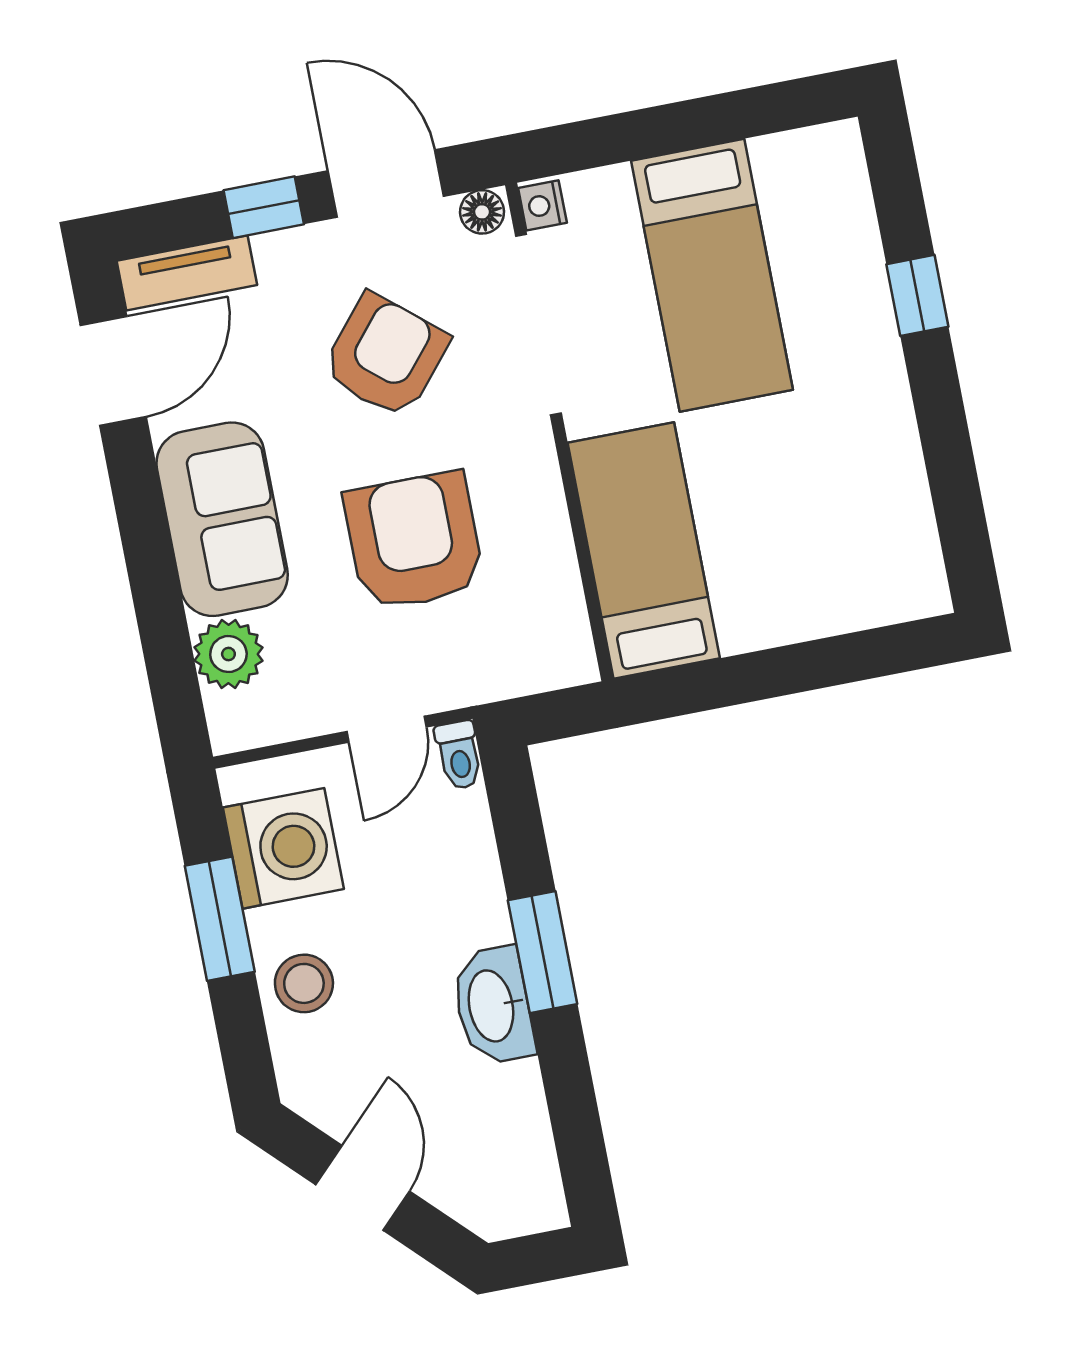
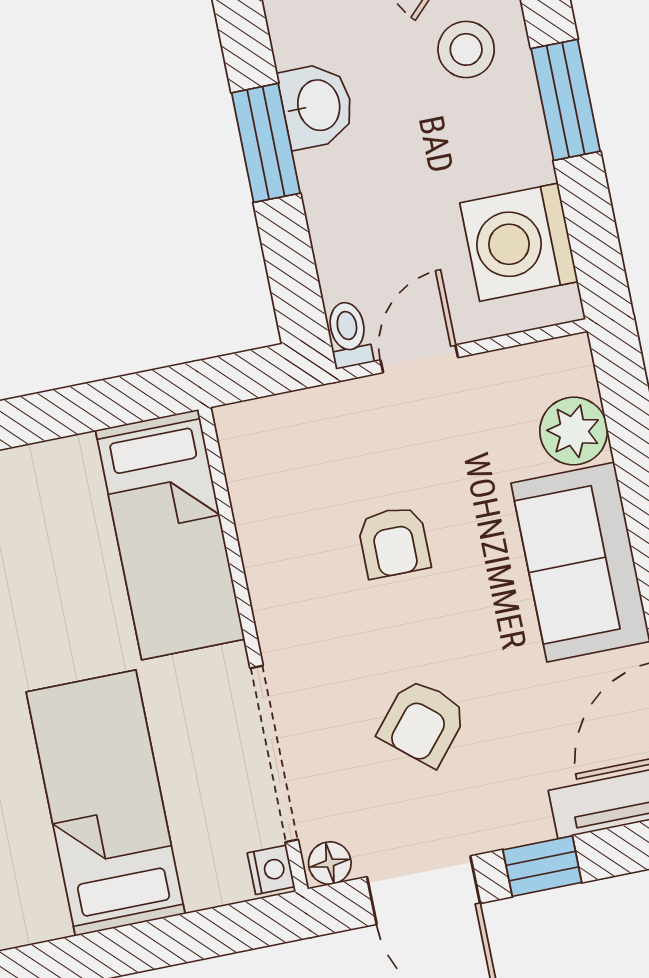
armchair: (386, 356) -> (423, 722), width x0.72, depth x0.72
armchair: (414, 541) -> (394, 542), width x0.53, depth x0.53
window: (220, 919) -> (566, 100), moved
stool: (304, 983) -> (466, 49), moved
washbasin: (493, 1006) -> (317, 106), width x0.72

